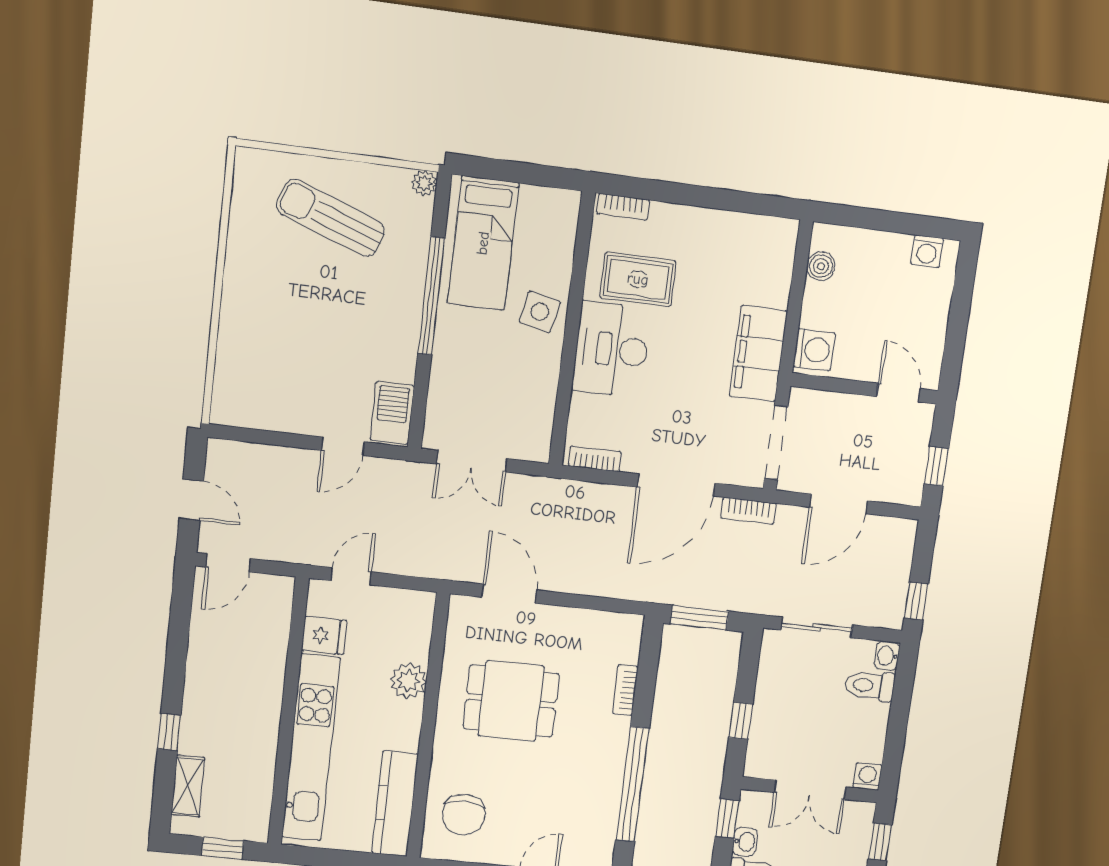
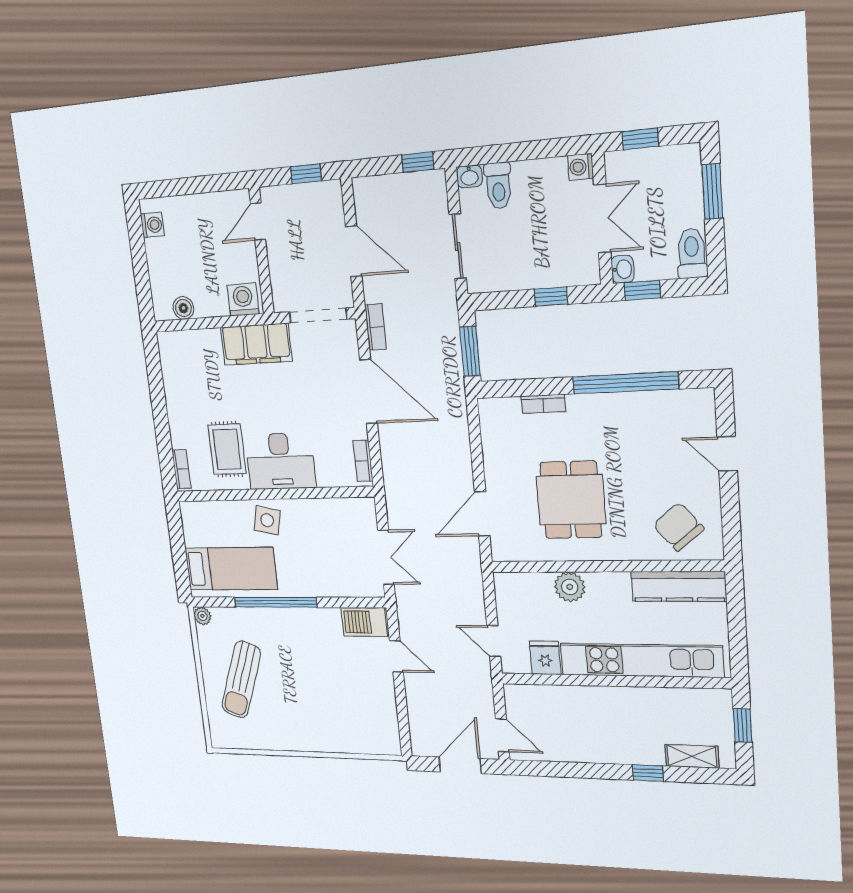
door: (191, 500) -> (460, 765), width x1.38
chair: (464, 814) -> (678, 527), turned -130
washbasin: (745, 842) -> (623, 269), moved, turned 90

